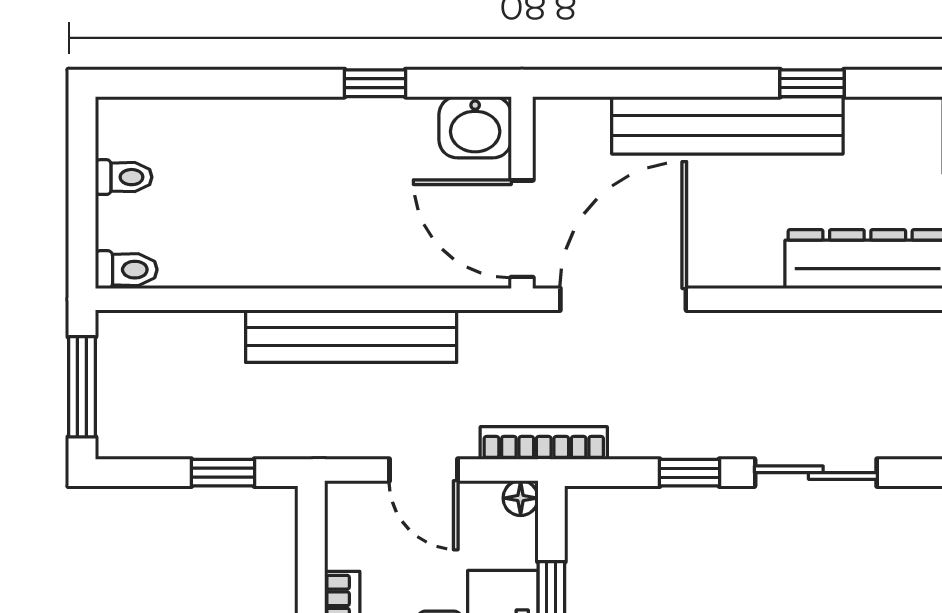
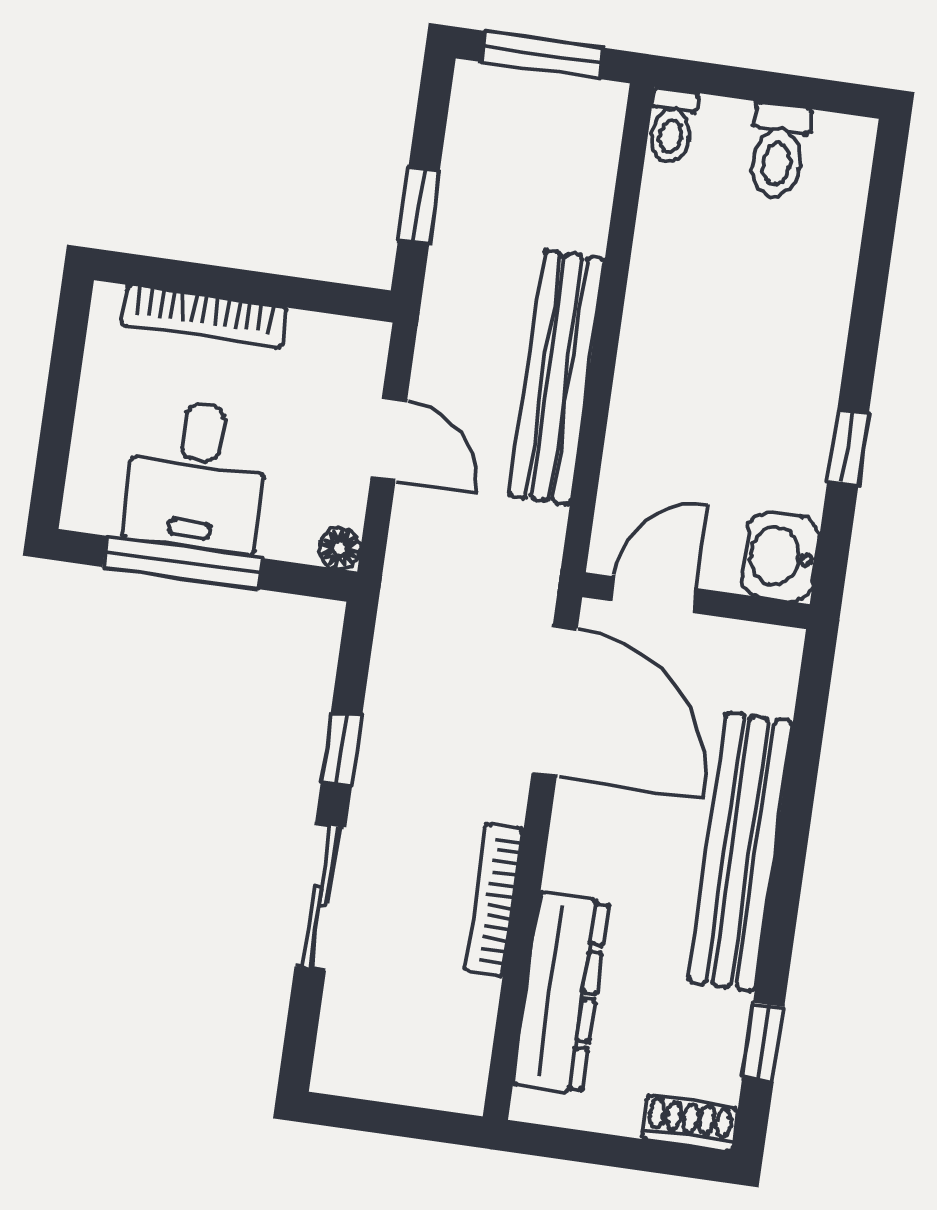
window: (812, 83) -> (763, 1042), moved
toilet: (124, 177) -> (778, 151), width x1.37, depth x1.39
door: (522, 229) -> (654, 595), width x0.73
bookcase: (544, 443) -> (494, 900), moved, turned 180
door: (423, 470) -> (389, 440), swing flipped

